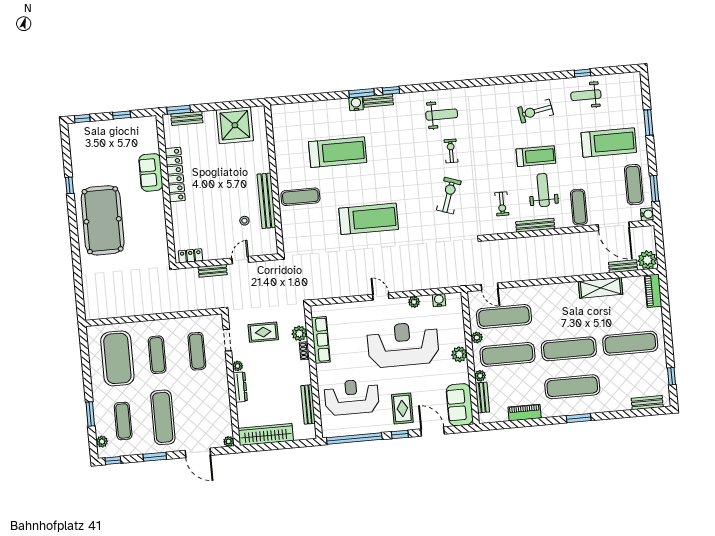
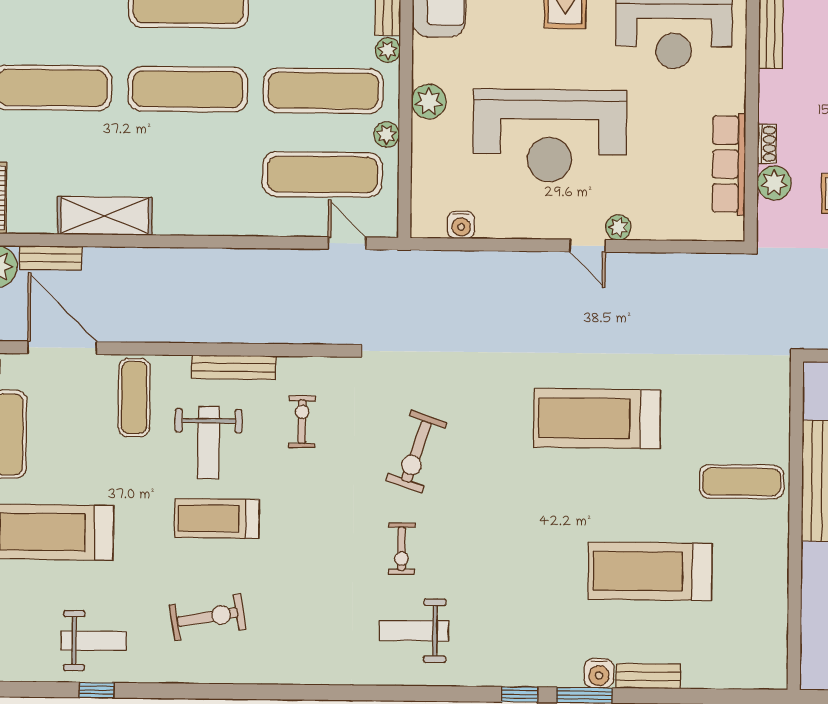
bench: (378, 101) -> (648, 676), moved
plant: (414, 302) -> (618, 227), moved

